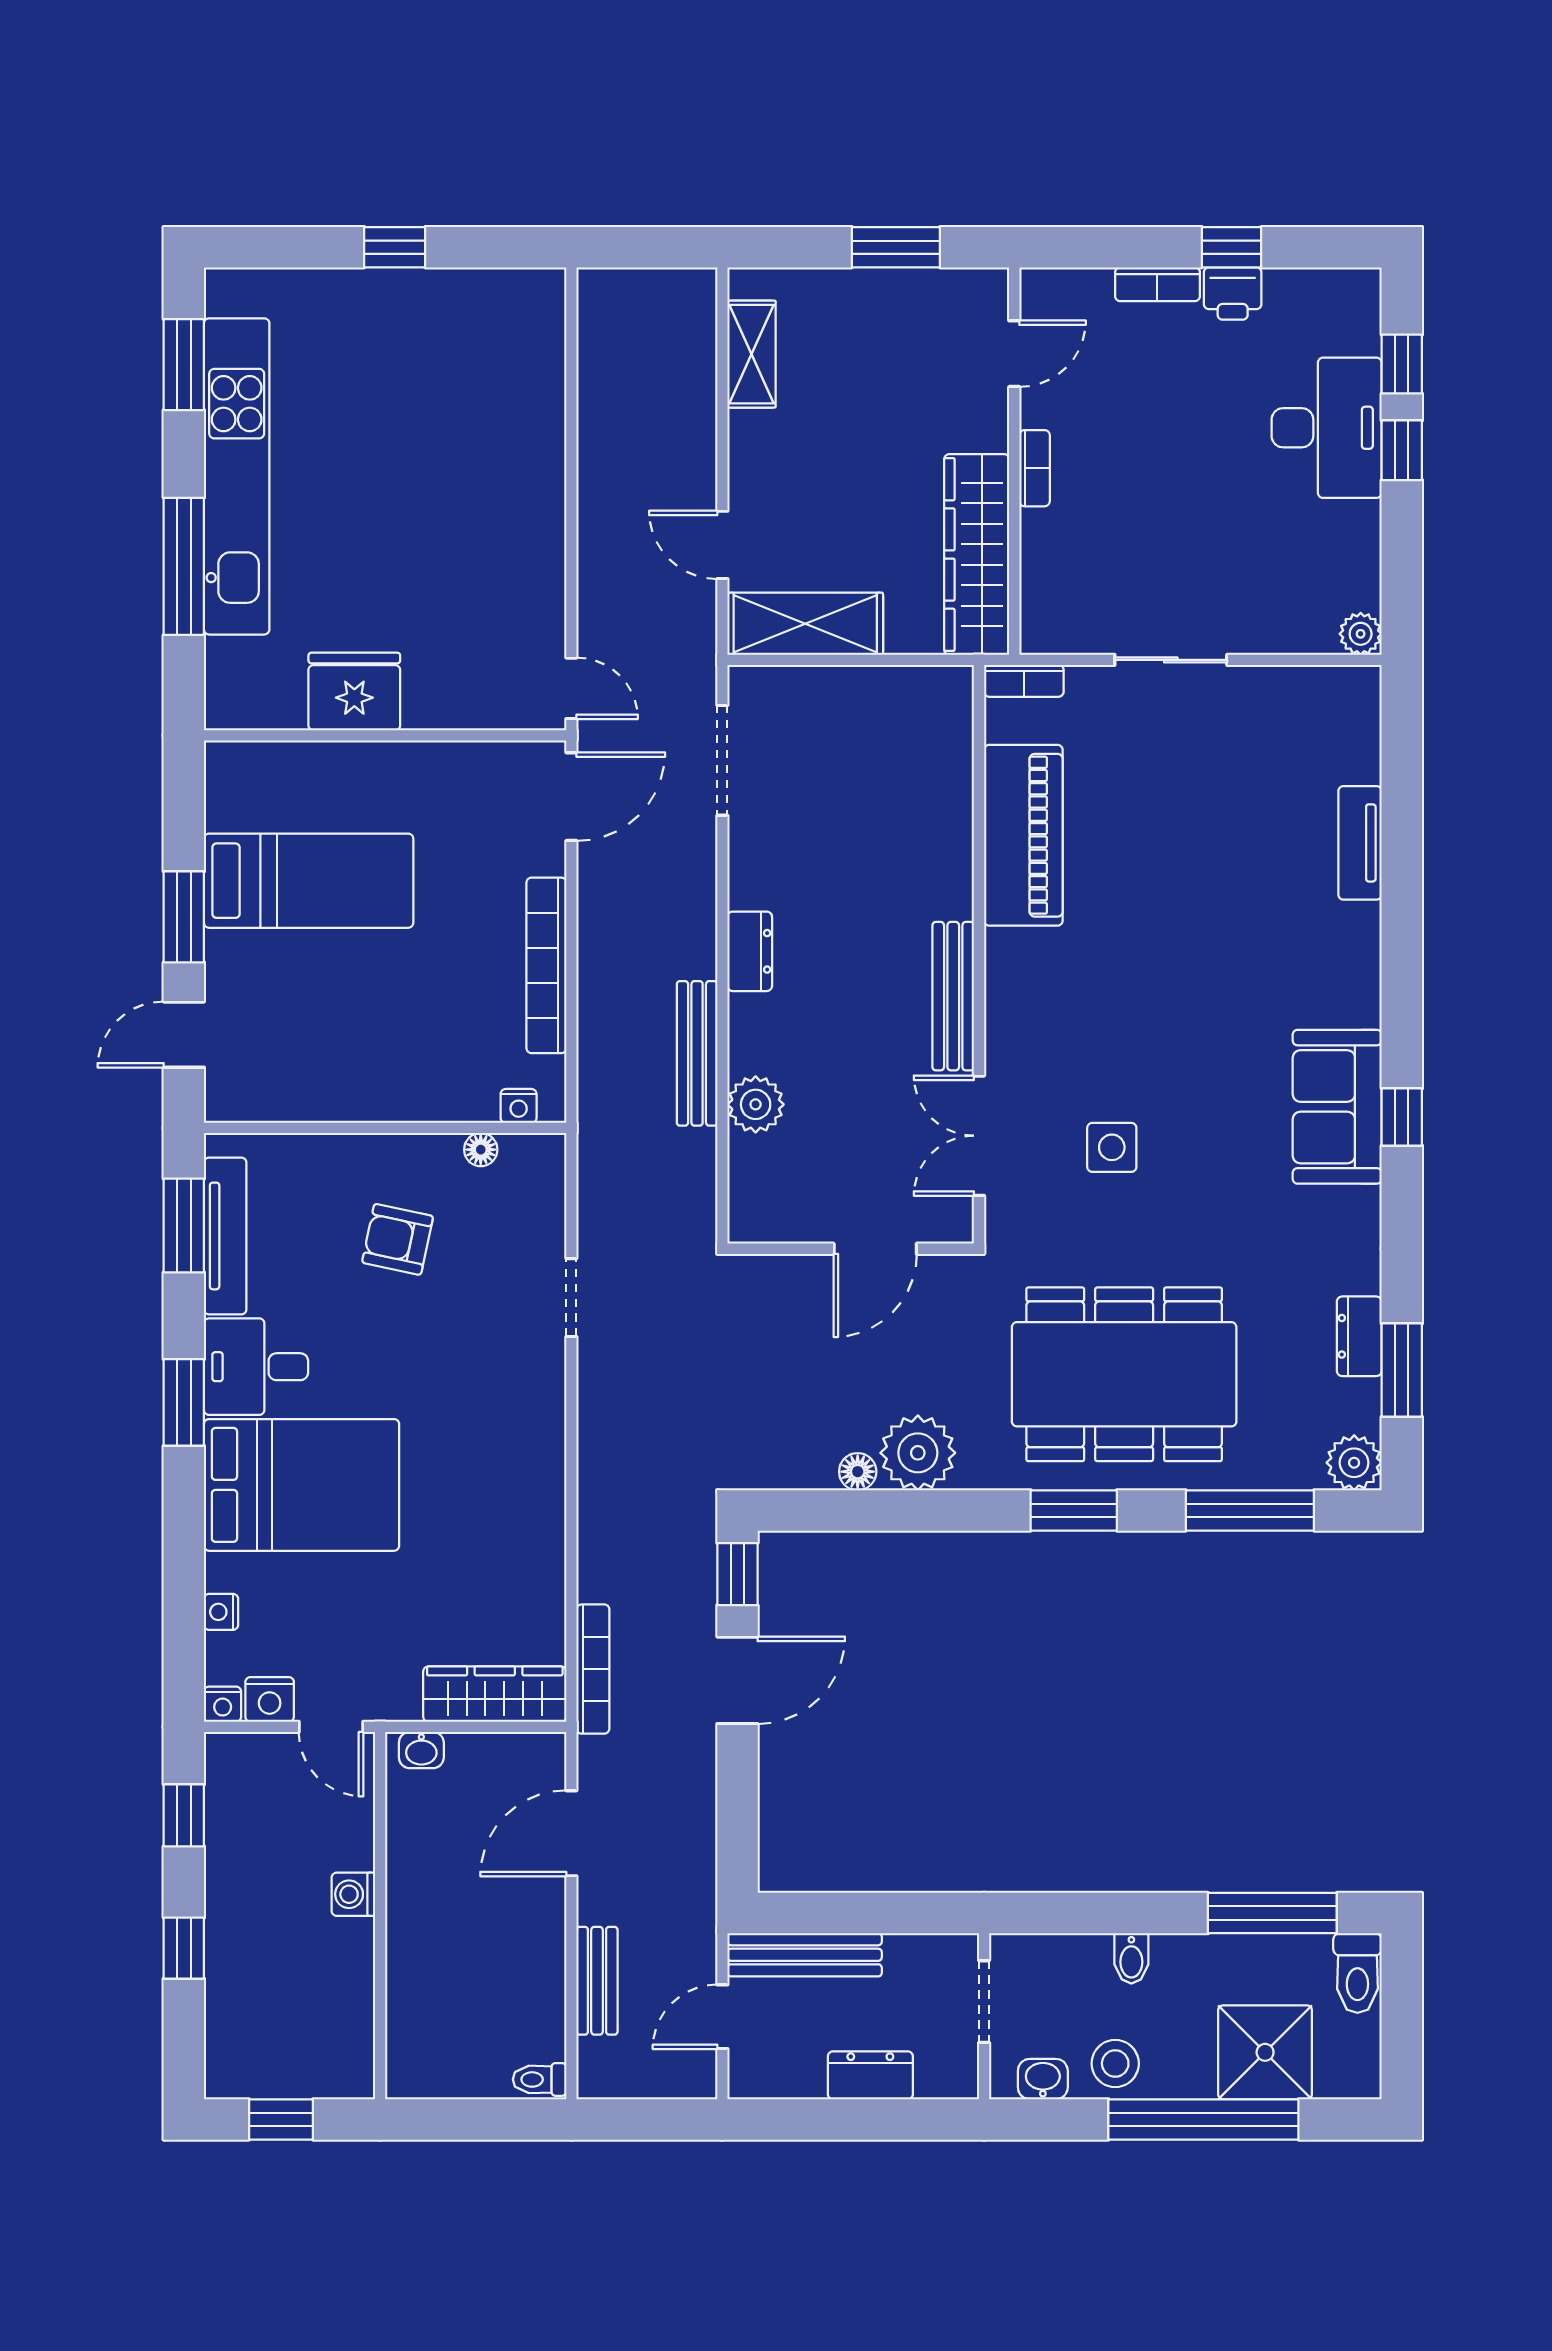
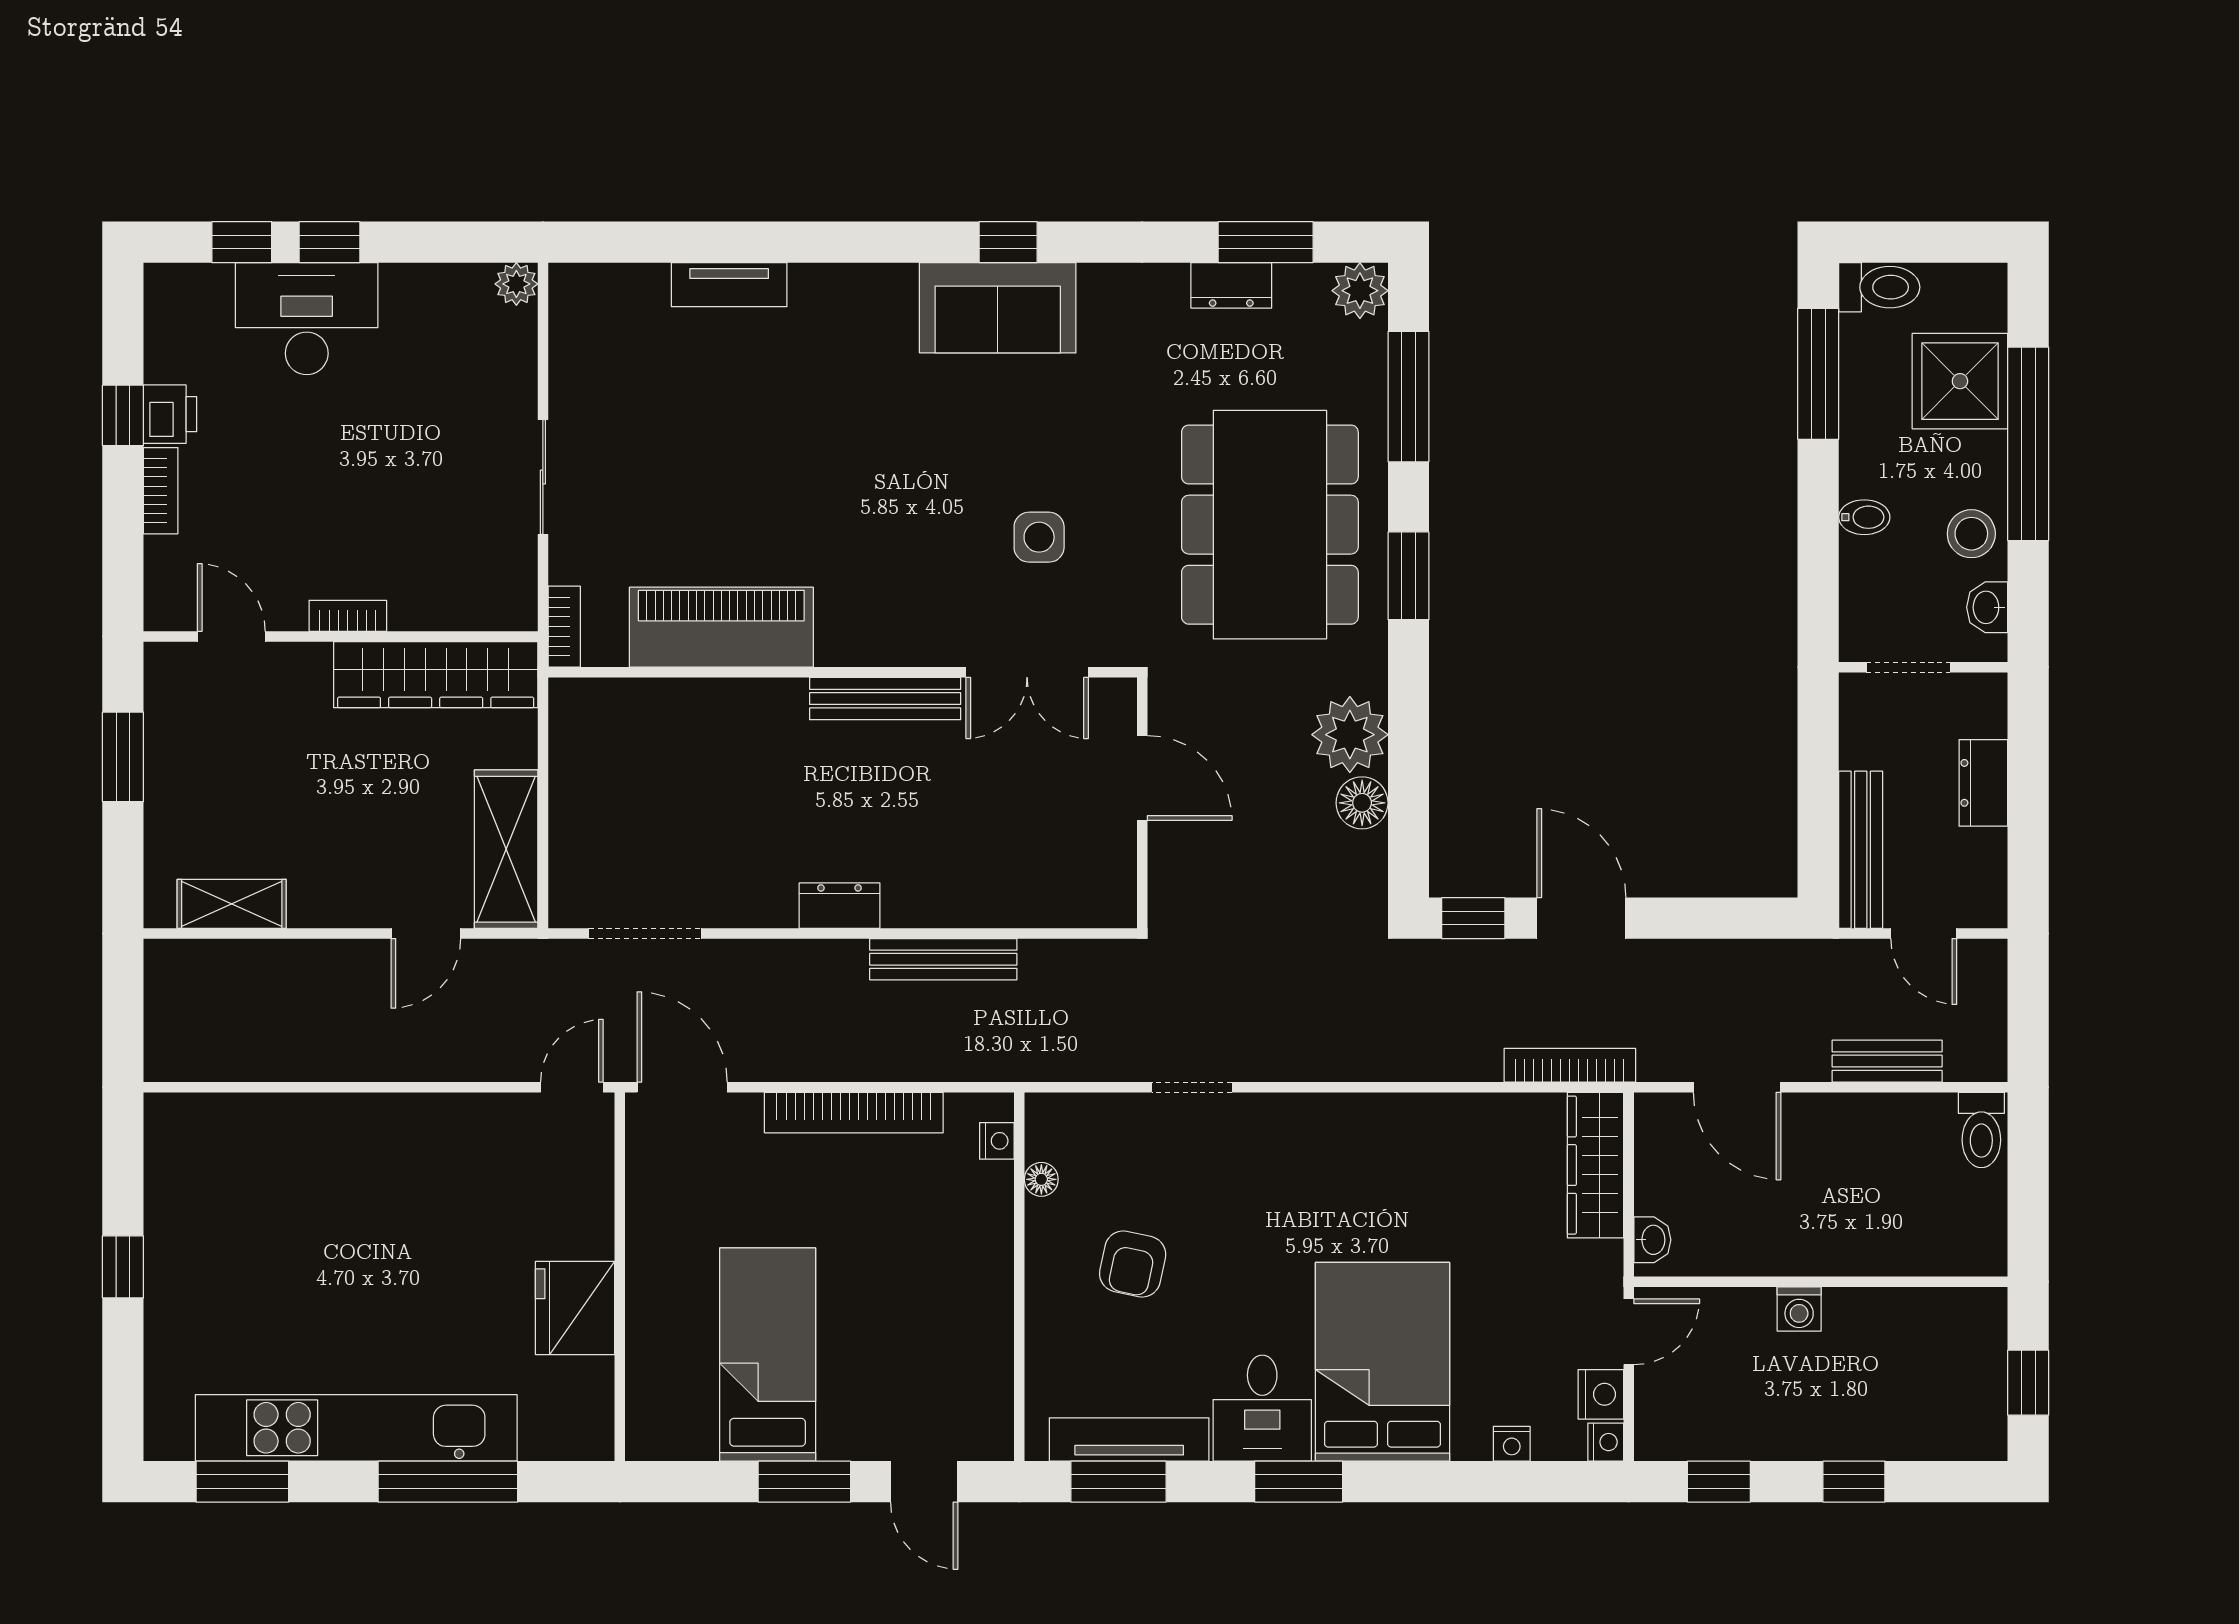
plant: (756, 1104) -> (995, 900), removed
floor lamp: (858, 1472) -> (1362, 803), width x1.37, depth x1.37
toilet: (540, 2079) -> (1981, 1130), width x1.37, depth x1.39

